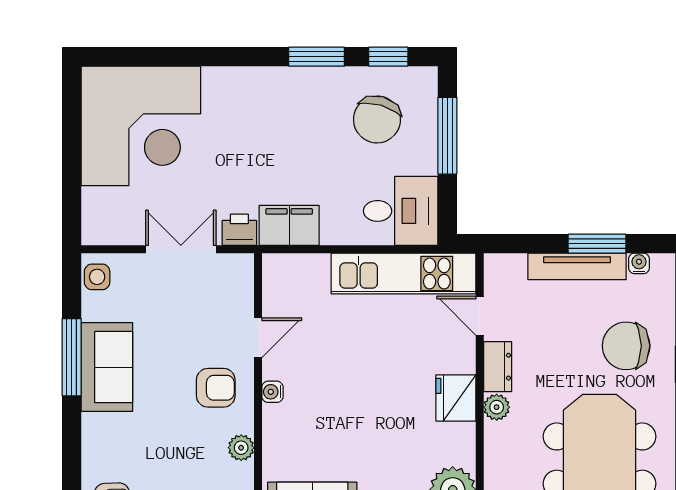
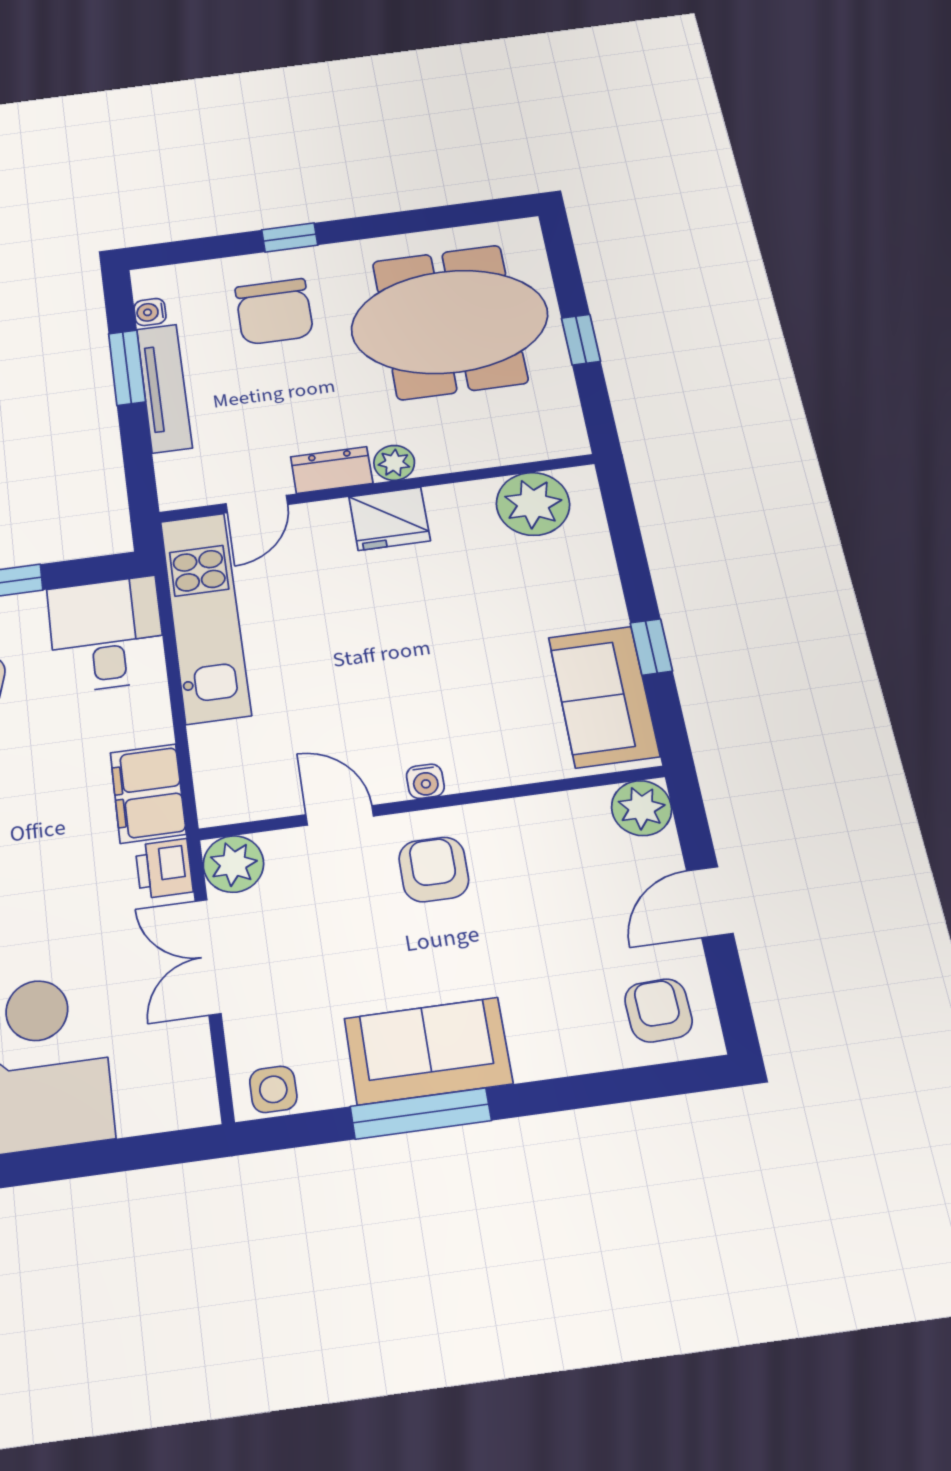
plant: (241, 448) -> (233, 864), moved, width x1.38, depth x1.38

